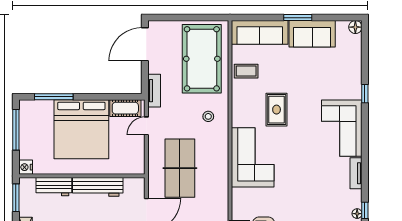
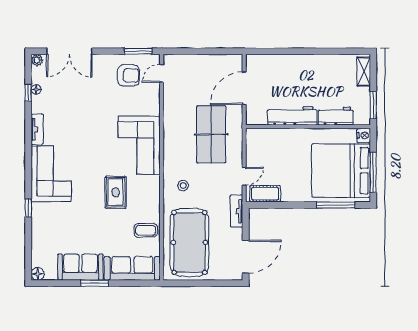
bed: (81, 129) -> (341, 171), moved, turned -90

